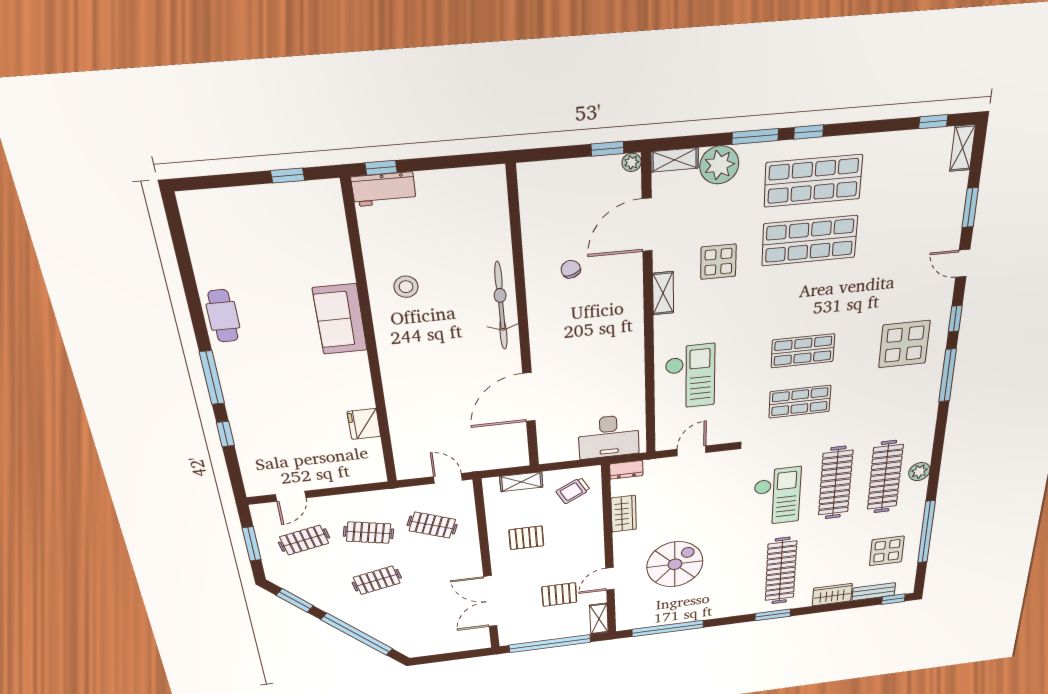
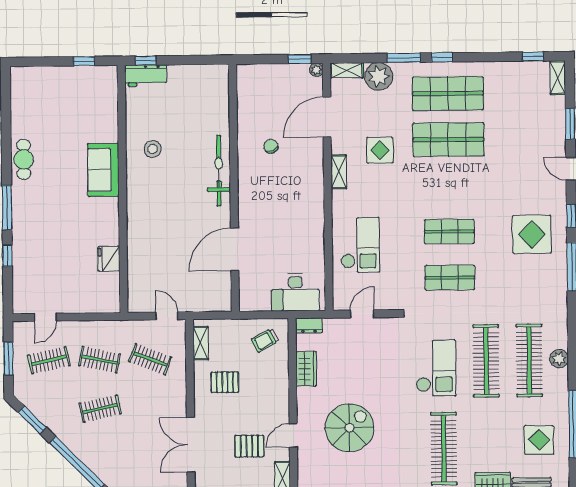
shelving: (521, 482) -> (201, 343), moved, turned 90

